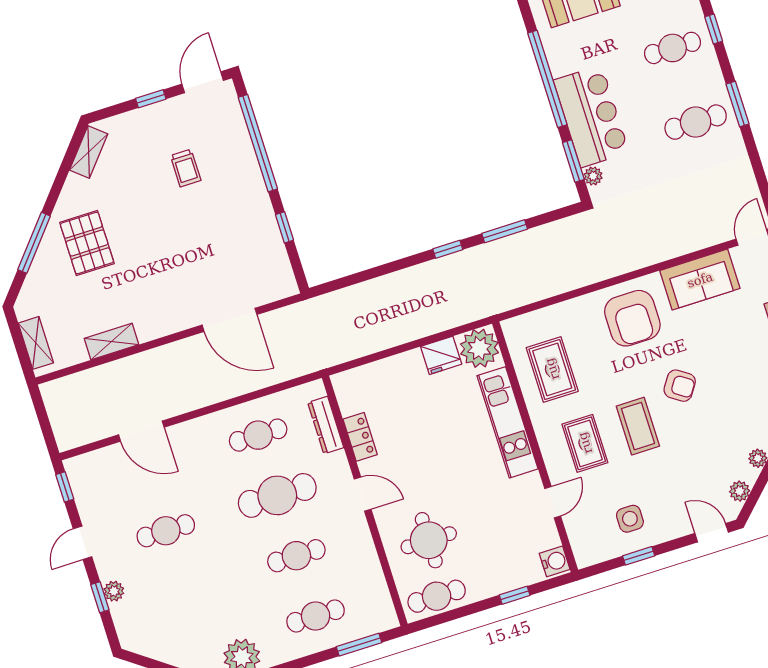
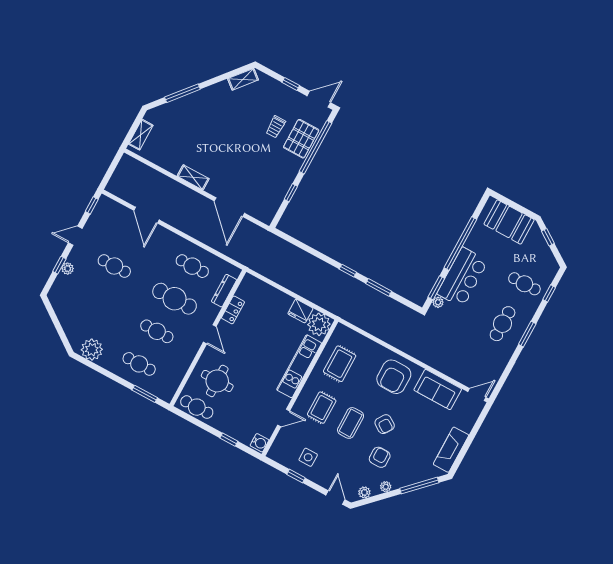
cafe table: (696, 122) -> (503, 324), turned 90
pallet: (87, 243) -> (301, 139), moved
shelving: (111, 341) -> (193, 177), moved
armchair: (714, 431) -> (380, 457), added

